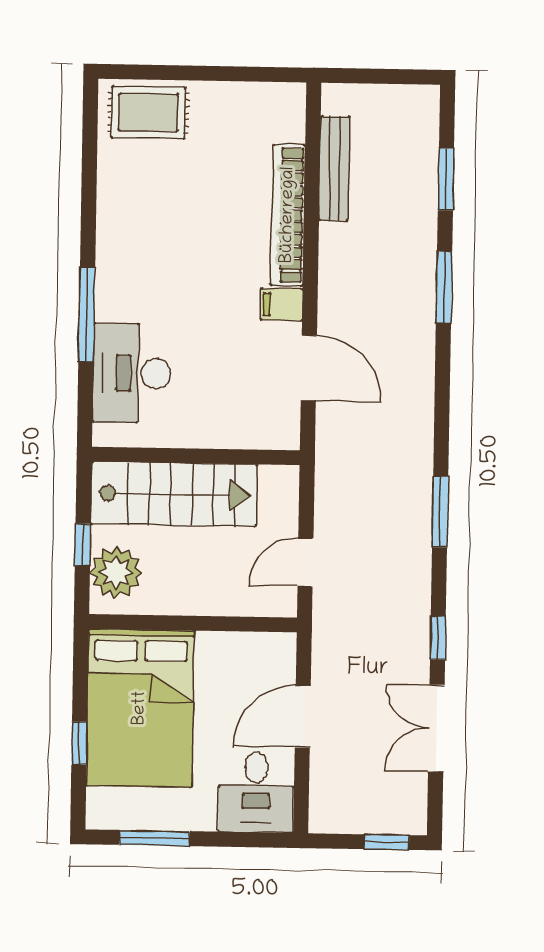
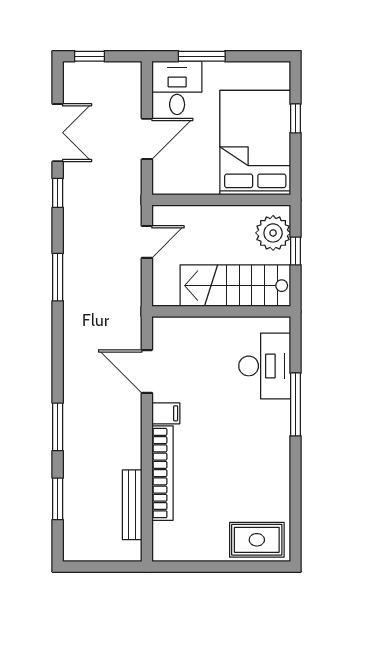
window: (154, 838) -> (202, 56), moved

